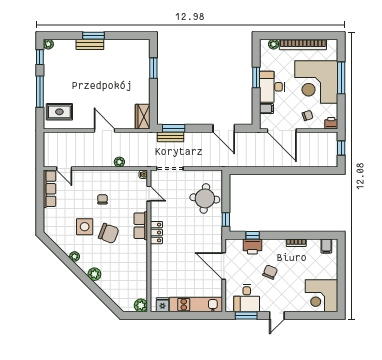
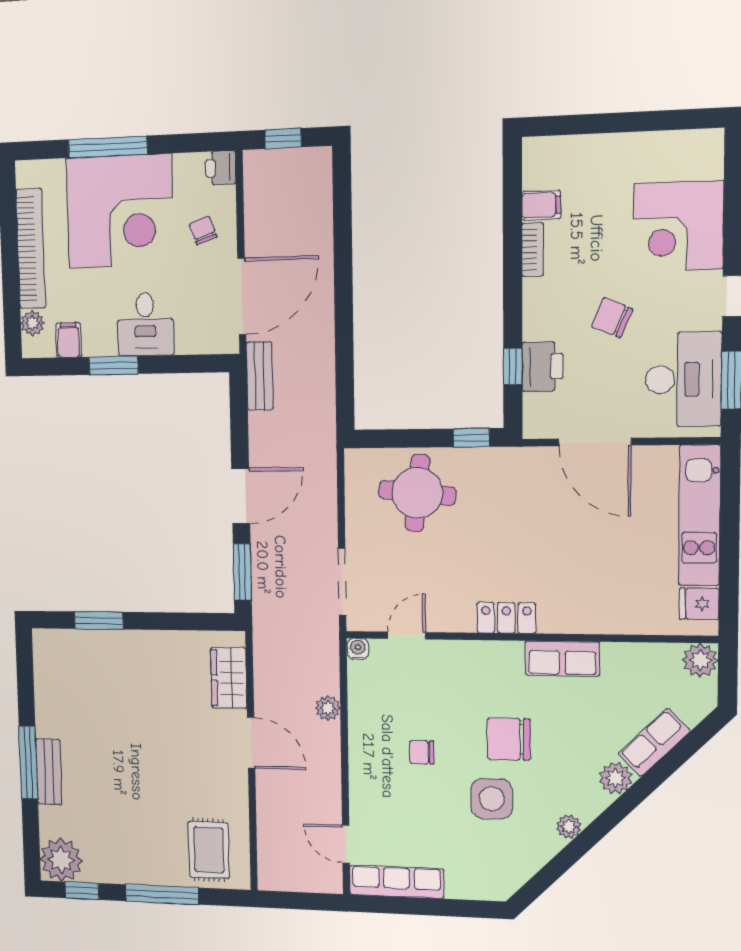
window: (94, 36) -> (28, 762), width x1.44
plant: (48, 44) -> (61, 860), width x1.88, depth x1.88
desk: (272, 87) -> (145, 324), width x0.73
filing cabinet: (266, 109) -> (69, 340), moved
wardrobe: (143, 117) -> (229, 678), moved, turned 90
door: (224, 128) -> (241, 496), moved
door: (104, 130) -> (251, 743), swing flipped
bench: (171, 137) -> (260, 376), moved
door: (64, 168) -> (346, 844), swing flipped
row of seats: (141, 226) -> (562, 659), moved
chair: (109, 233) -> (509, 739), turned -111
filing cabinet: (326, 246) -> (541, 205), moved
door: (224, 266) -> (595, 442), hinge flipped
row of seats: (109, 289) -> (654, 742), added
corner desk: (321, 296) -> (678, 226), moved, turned 90
desk: (247, 298) -> (683, 379), width x1.37

